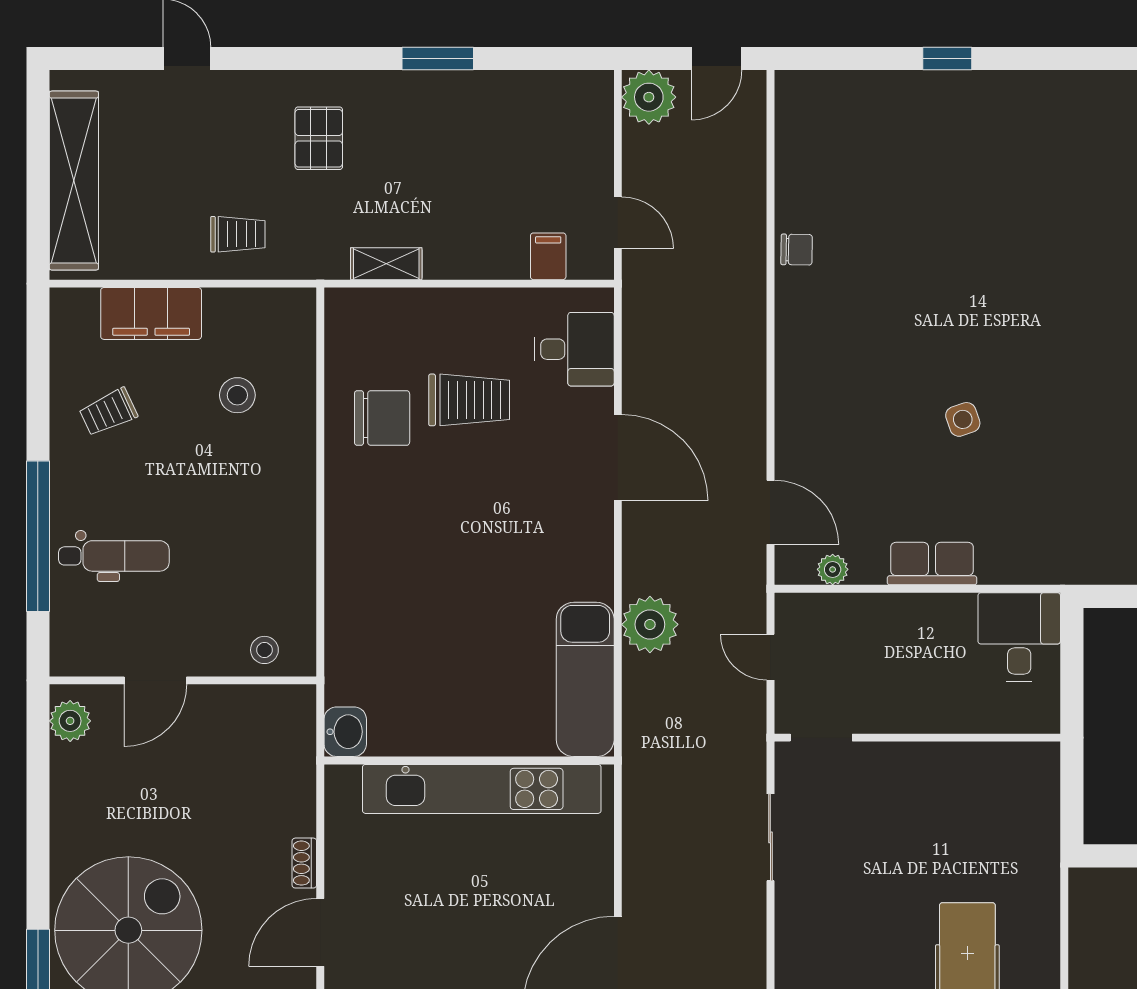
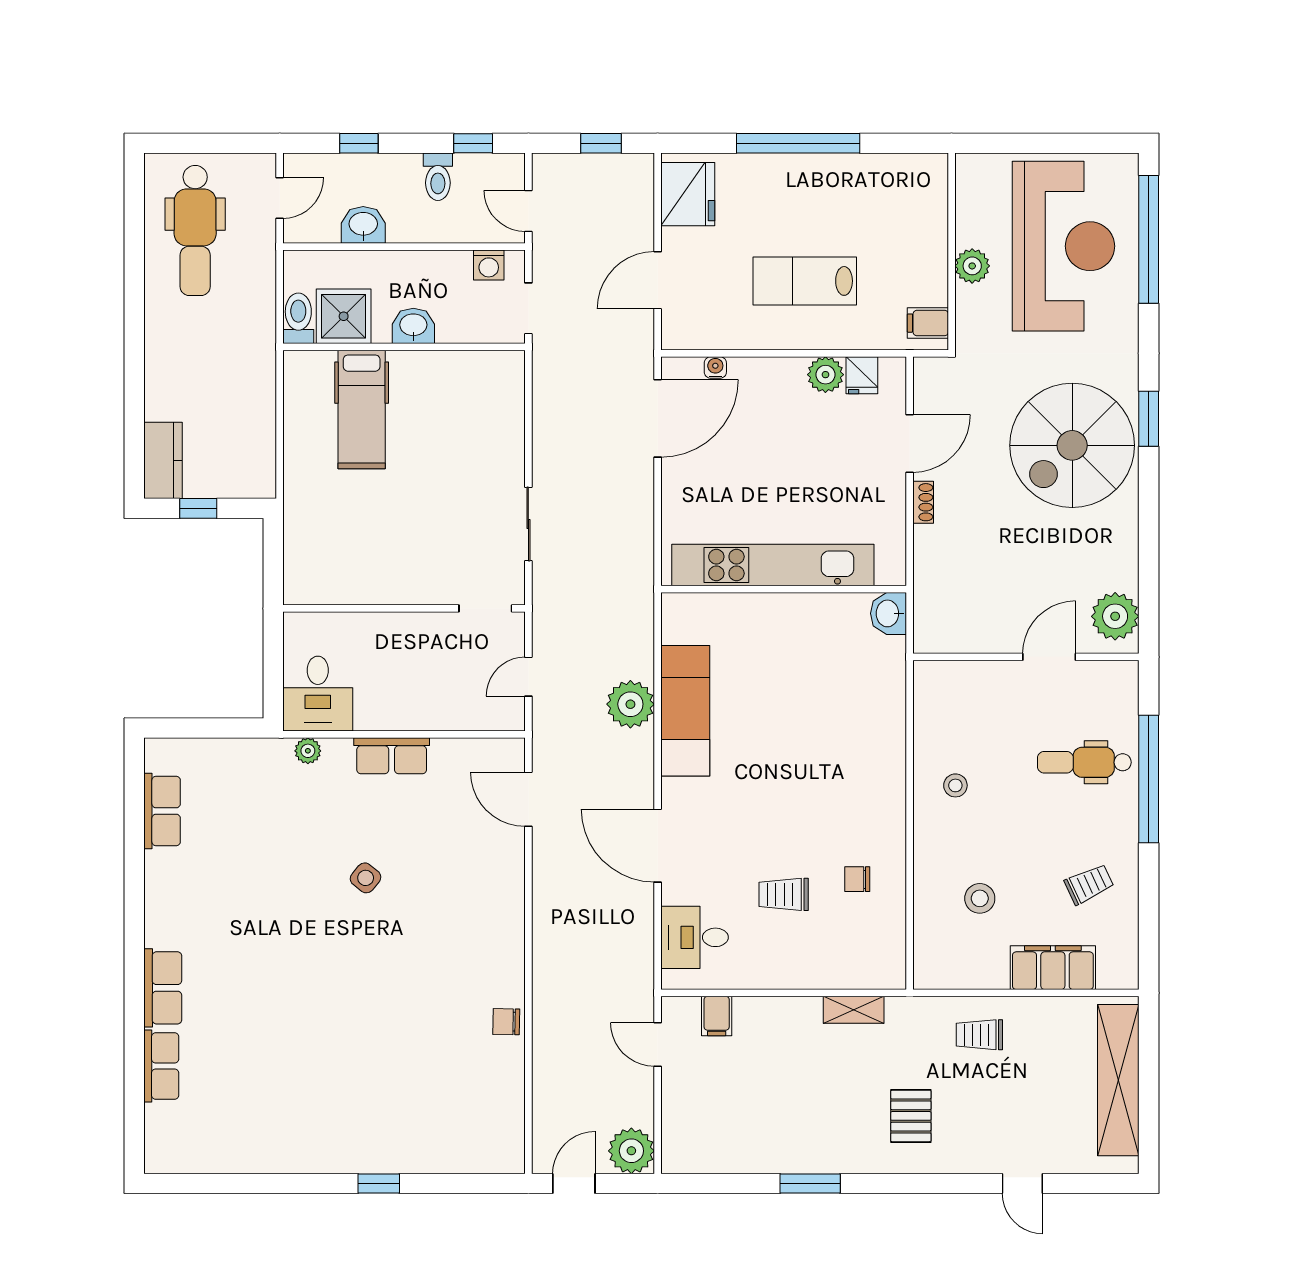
trolley: (469, 400) -> (784, 894), width x0.73, depth x0.72
chair: (382, 418) -> (857, 879), width x0.54, depth x0.54
side table: (963, 419) -> (366, 878), turned -32
plant: (833, 569) -> (308, 751), moved
stool: (264, 650) -> (955, 785), moved
door: (770, 657) -> (528, 677), swing flipped
exam couch: (585, 679) -> (685, 711), moved
plant: (70, 721) -> (1115, 616), width x1.36, depth x1.36

